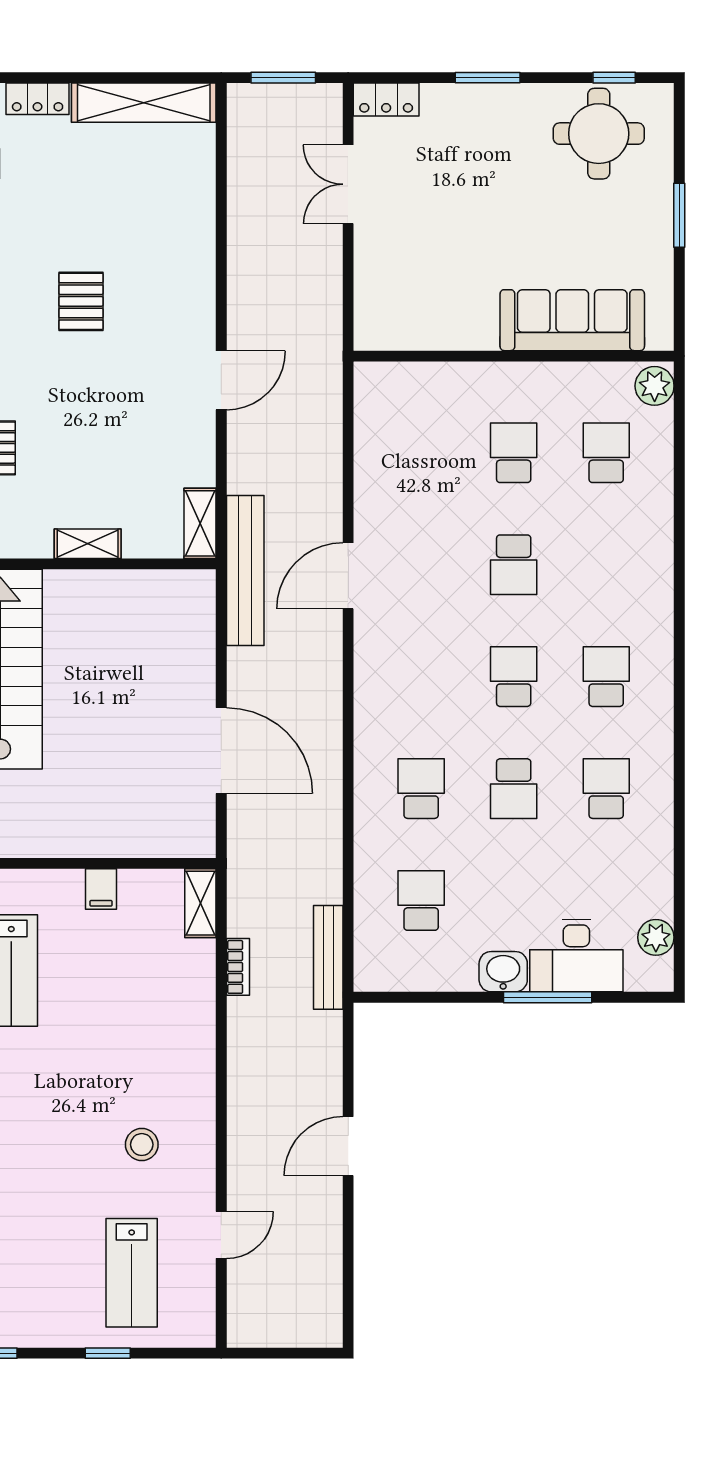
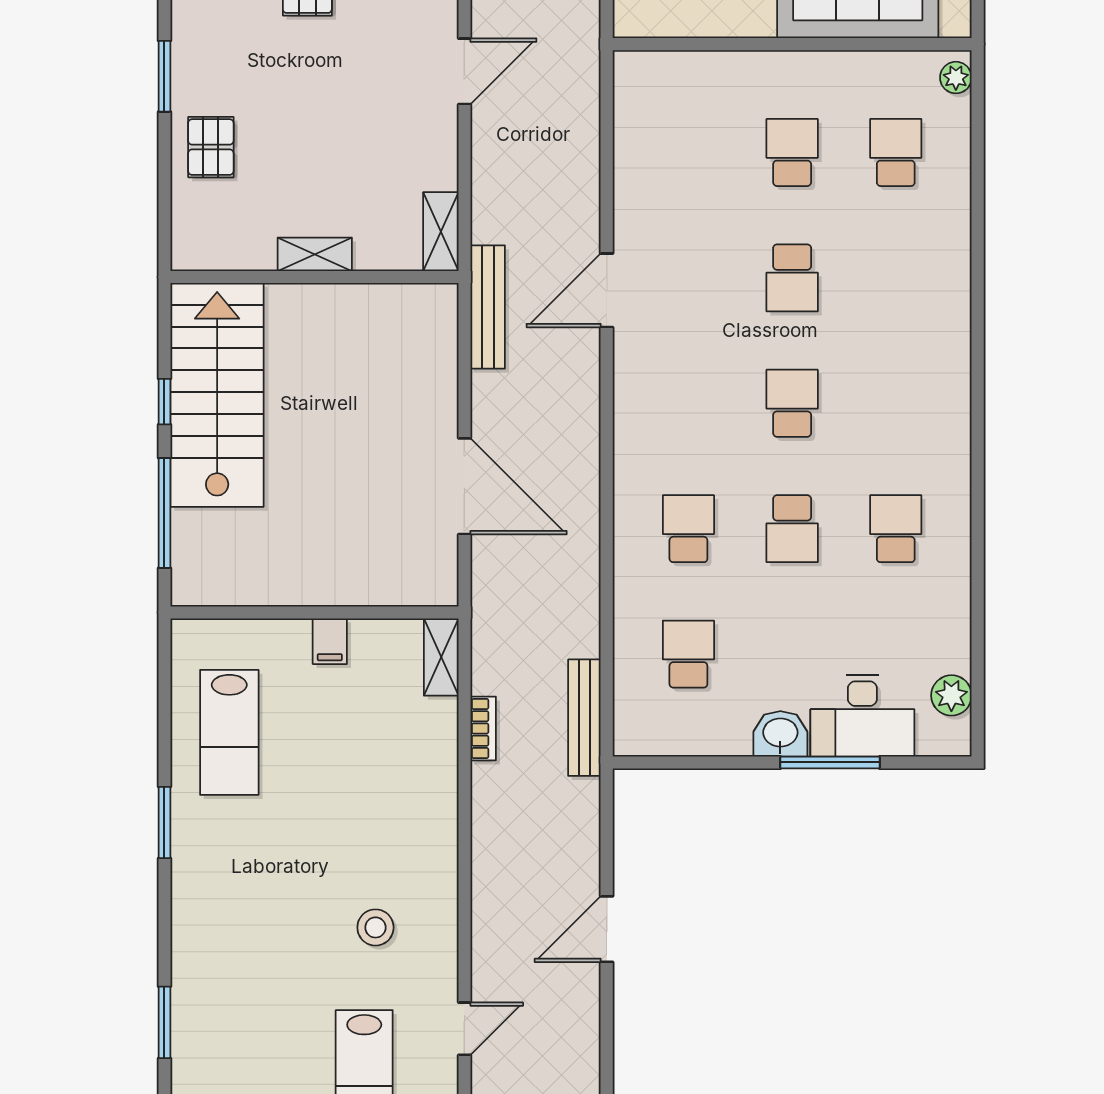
plant: (655, 386) -> (956, 78), width x0.73, depth x0.73
bench: (245, 571) -> (488, 307), width x0.73, depth x0.82
school desk: (606, 677) -> (896, 403), removed

